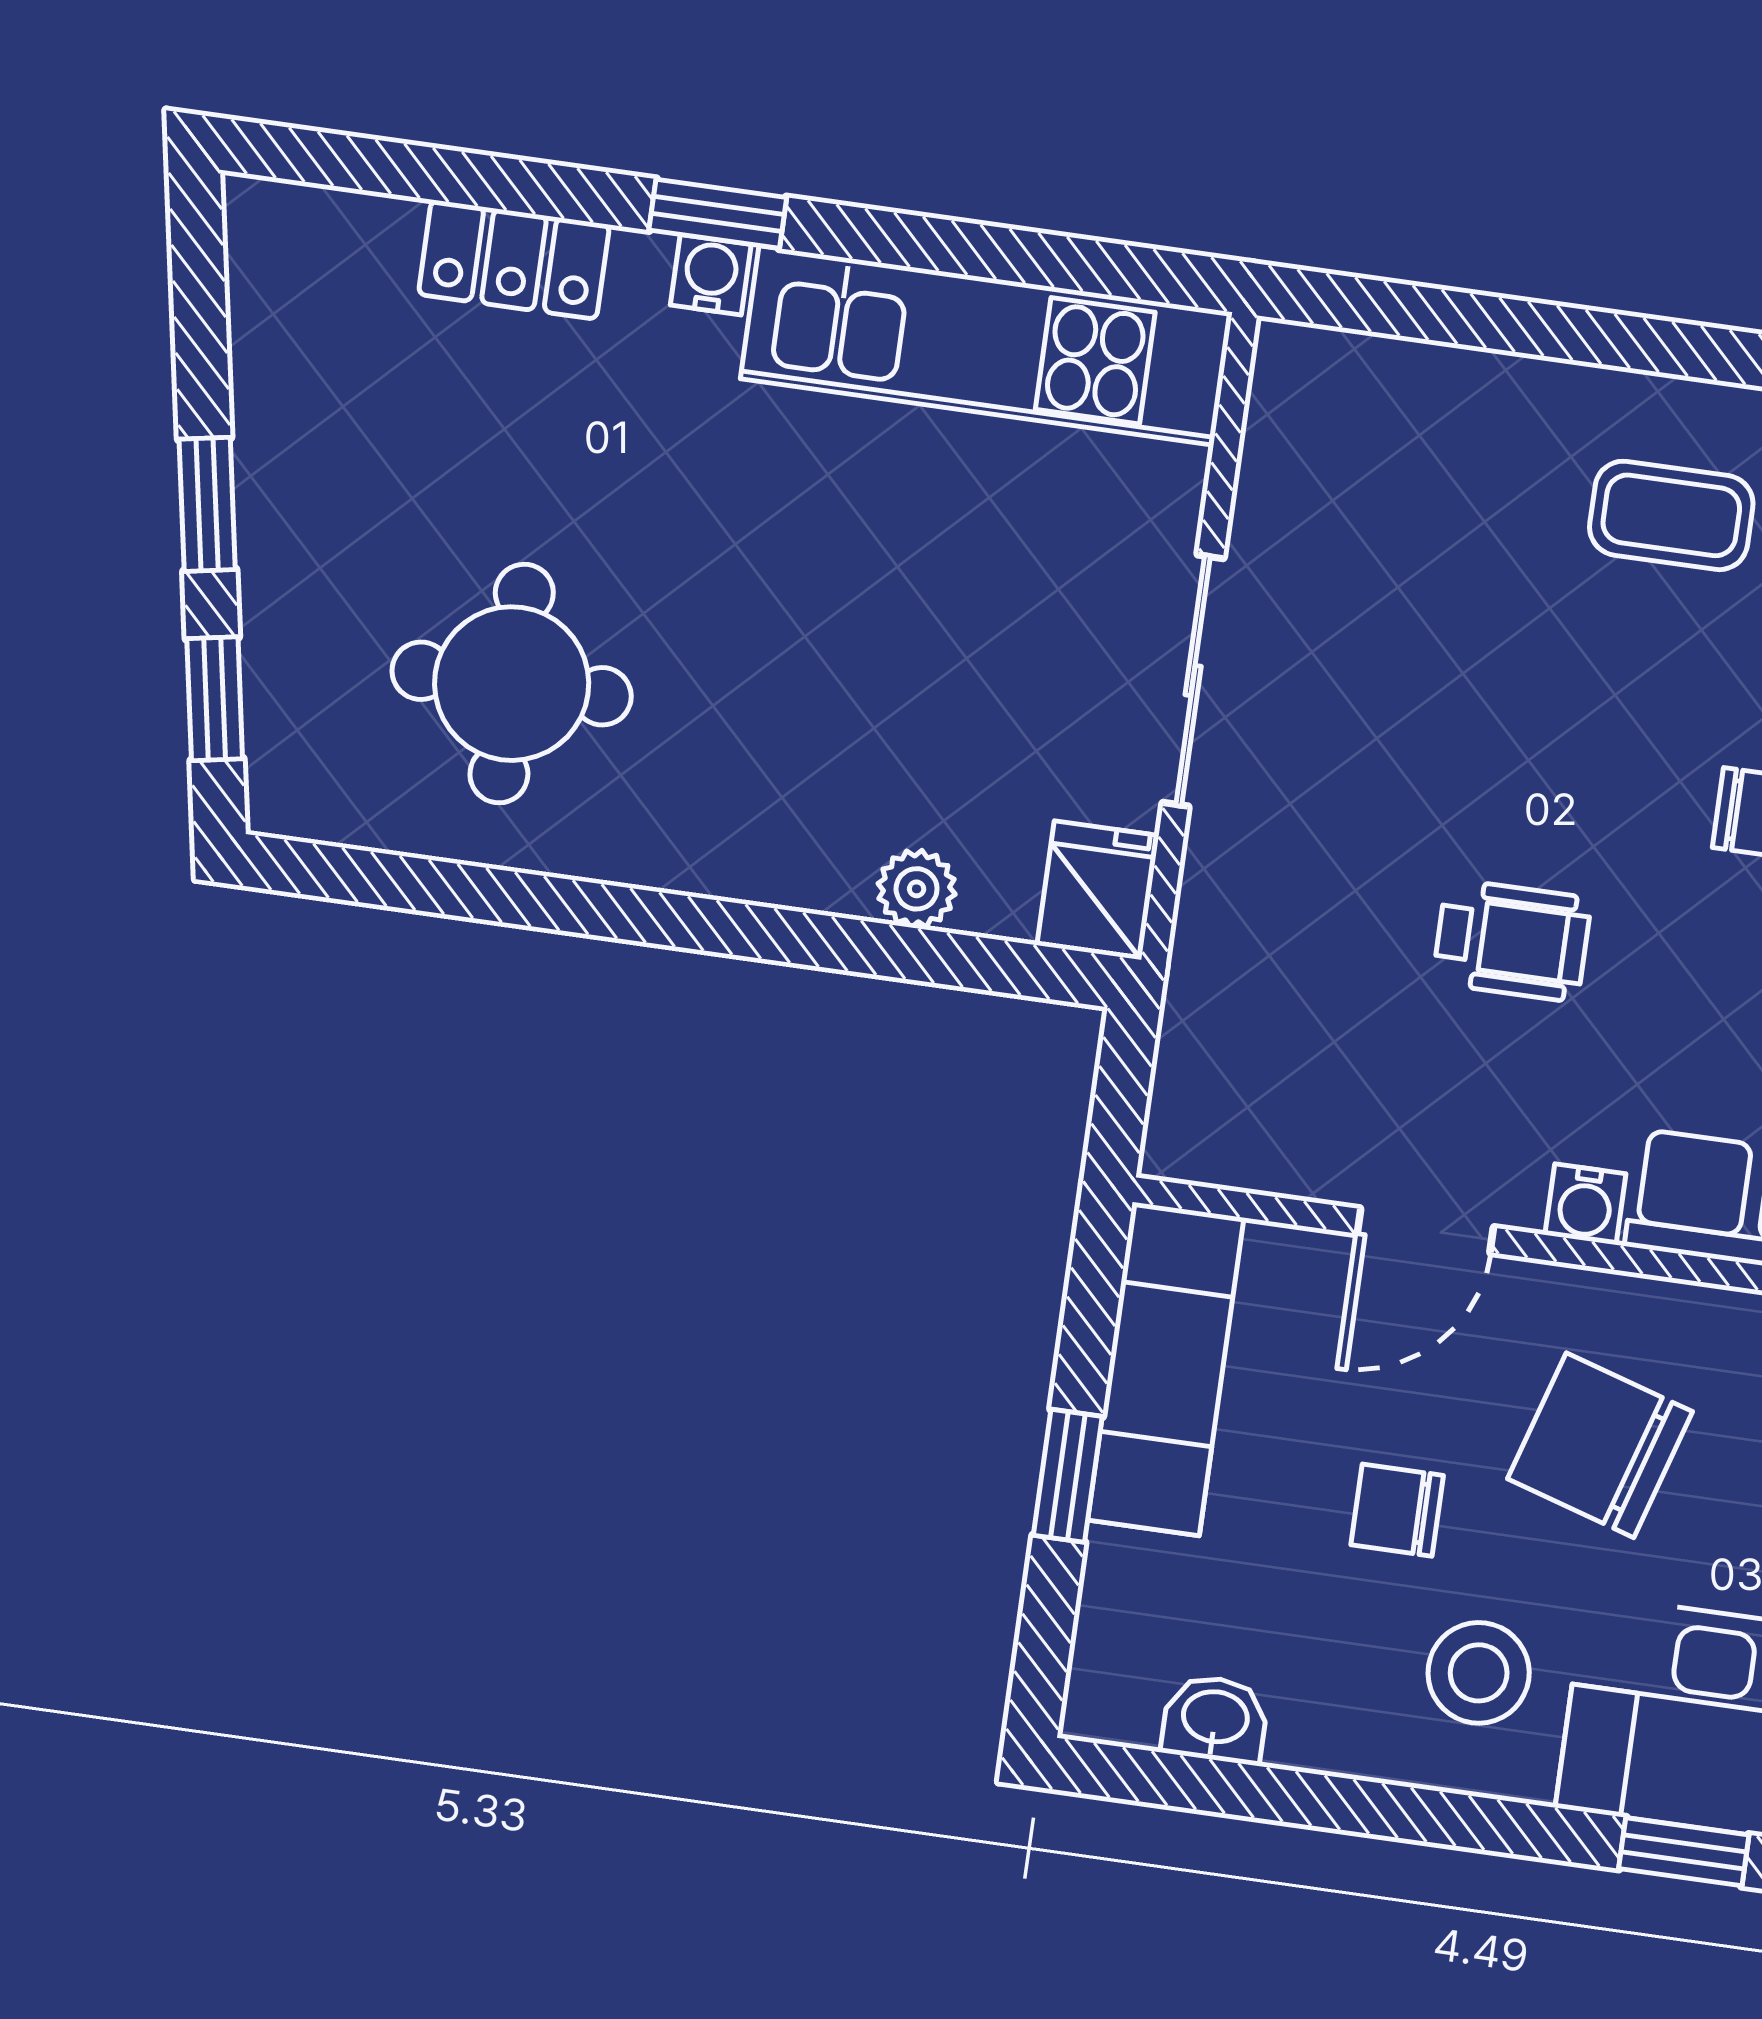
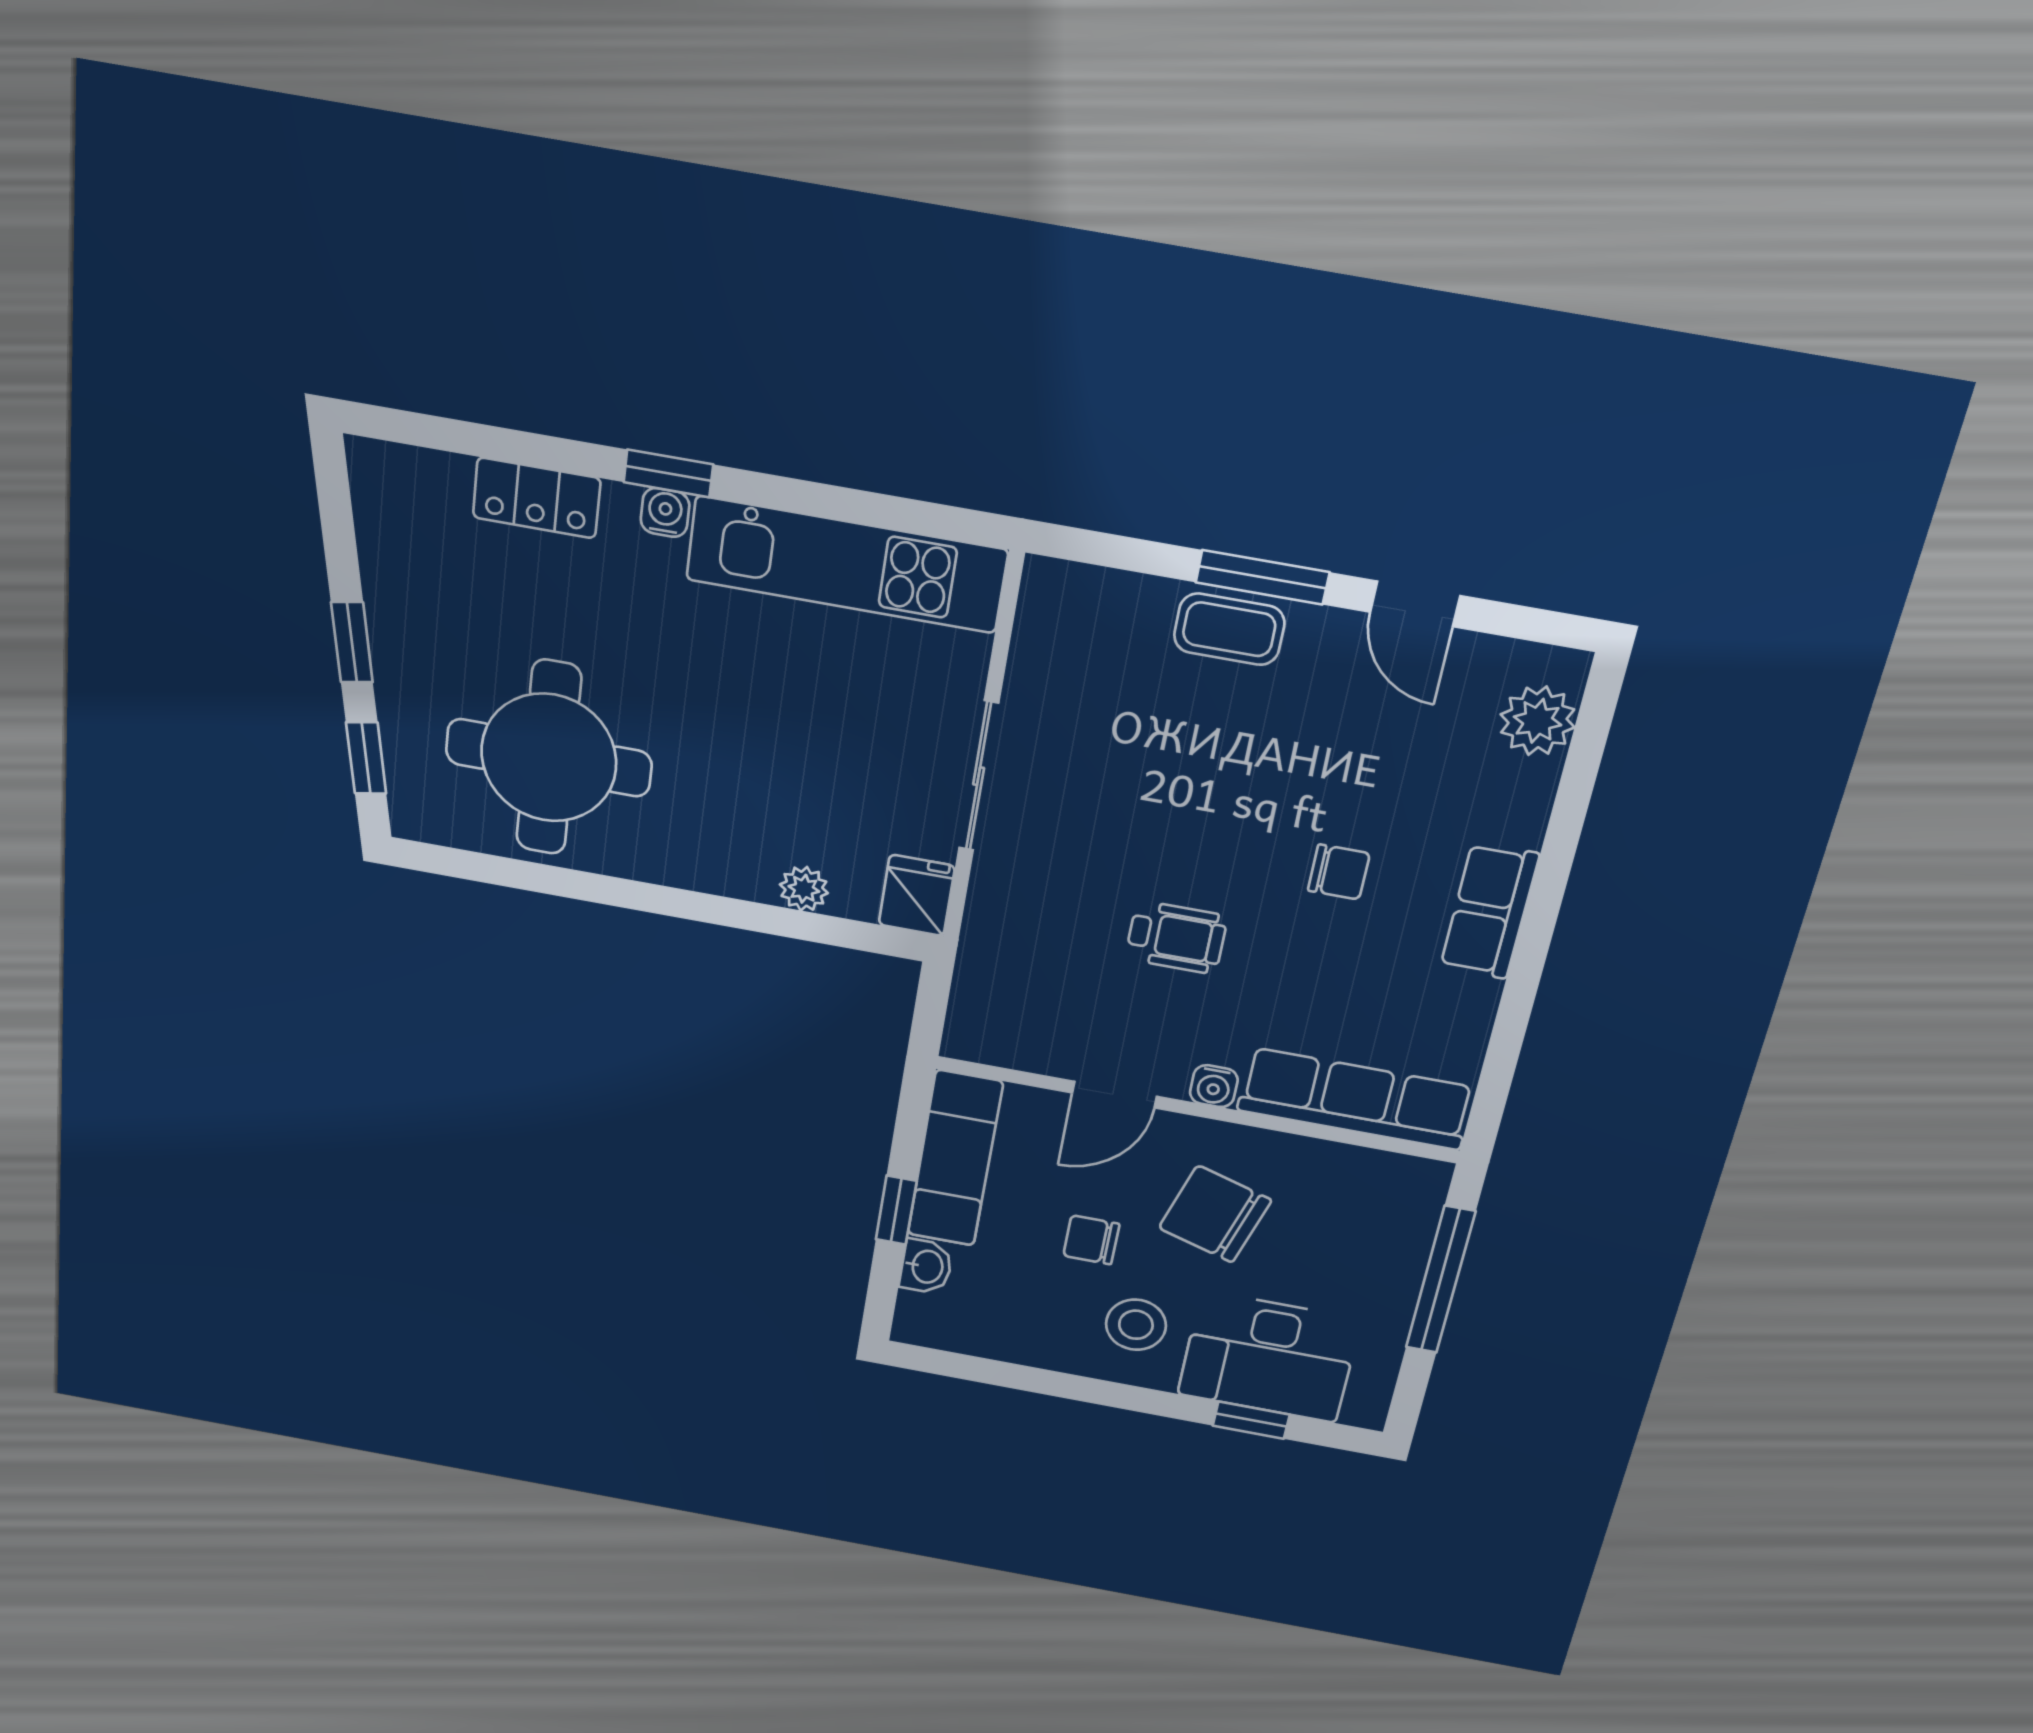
window: (1611, 339) -> (1262, 577), added
coffee table: (1671, 515) -> (1229, 629), moved
round table: (512, 684) -> (549, 758), width x1.36, depth x1.36
washbasin: (1215, 1719) -> (926, 1266), moved, turned 90

